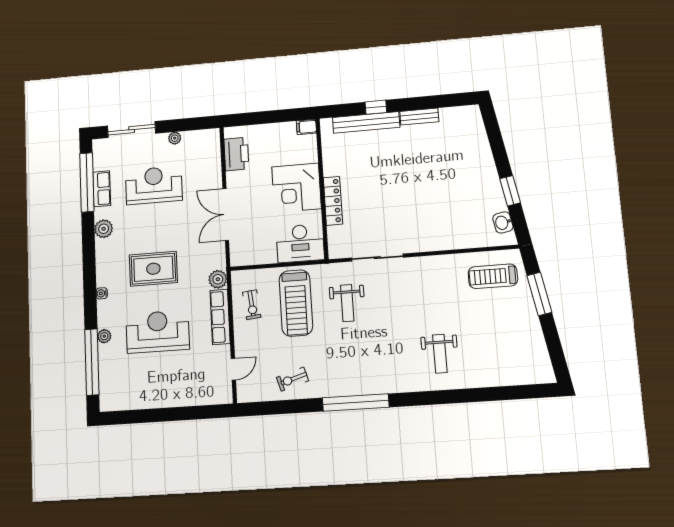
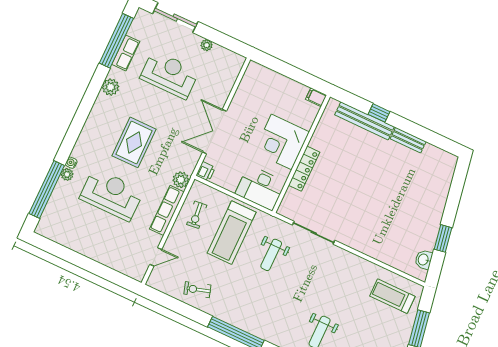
printer: (236, 154) -> (206, 171), moved, width x0.53, depth x0.68
rug: (153, 269) -> (134, 142), turned 90
water cooler: (102, 293) -> (71, 163), moved

